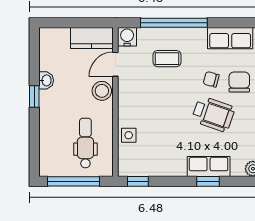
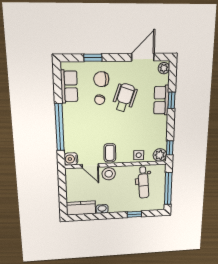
kitchen counter: (92, 38) -> (81, 208), moved, turned -90
coffee table: (167, 59) -> (110, 153), moved
window: (34, 96) -> (134, 214), moved
dental chair: (85, 143) -> (143, 183), turned -94
plant: (128, 167) -> (160, 155), added

